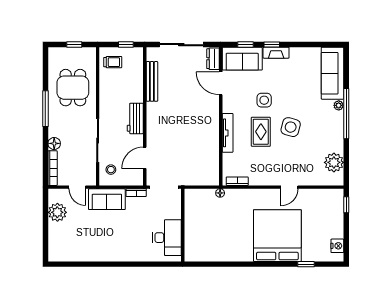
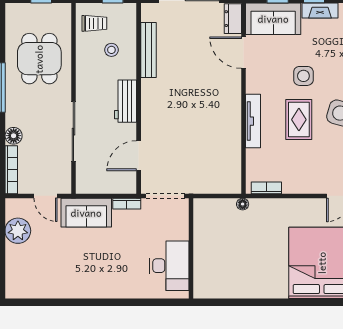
stool: (111, 170) -> (111, 50), moved

